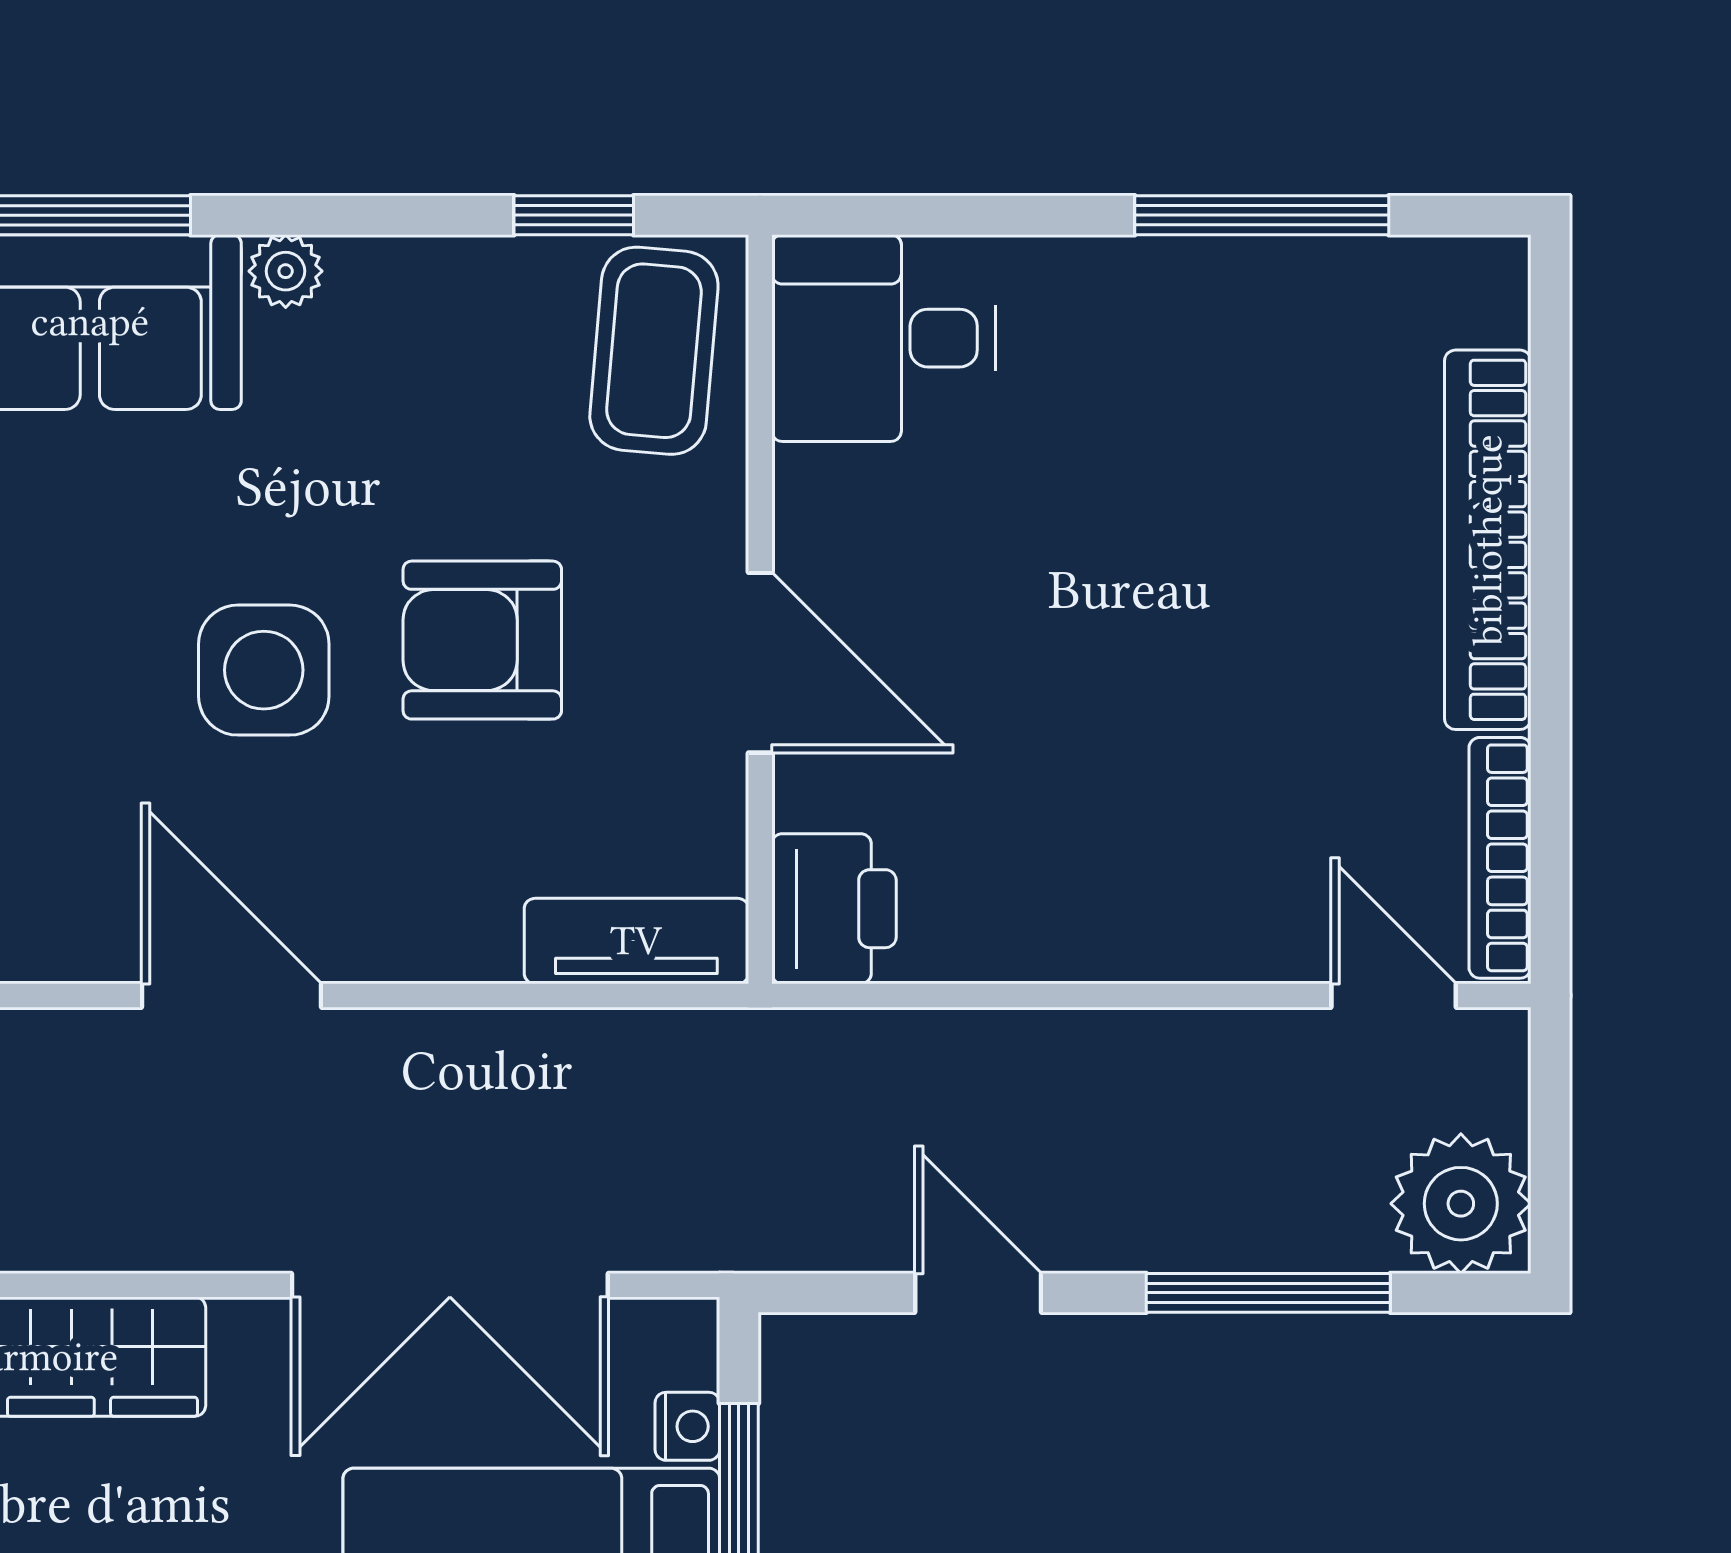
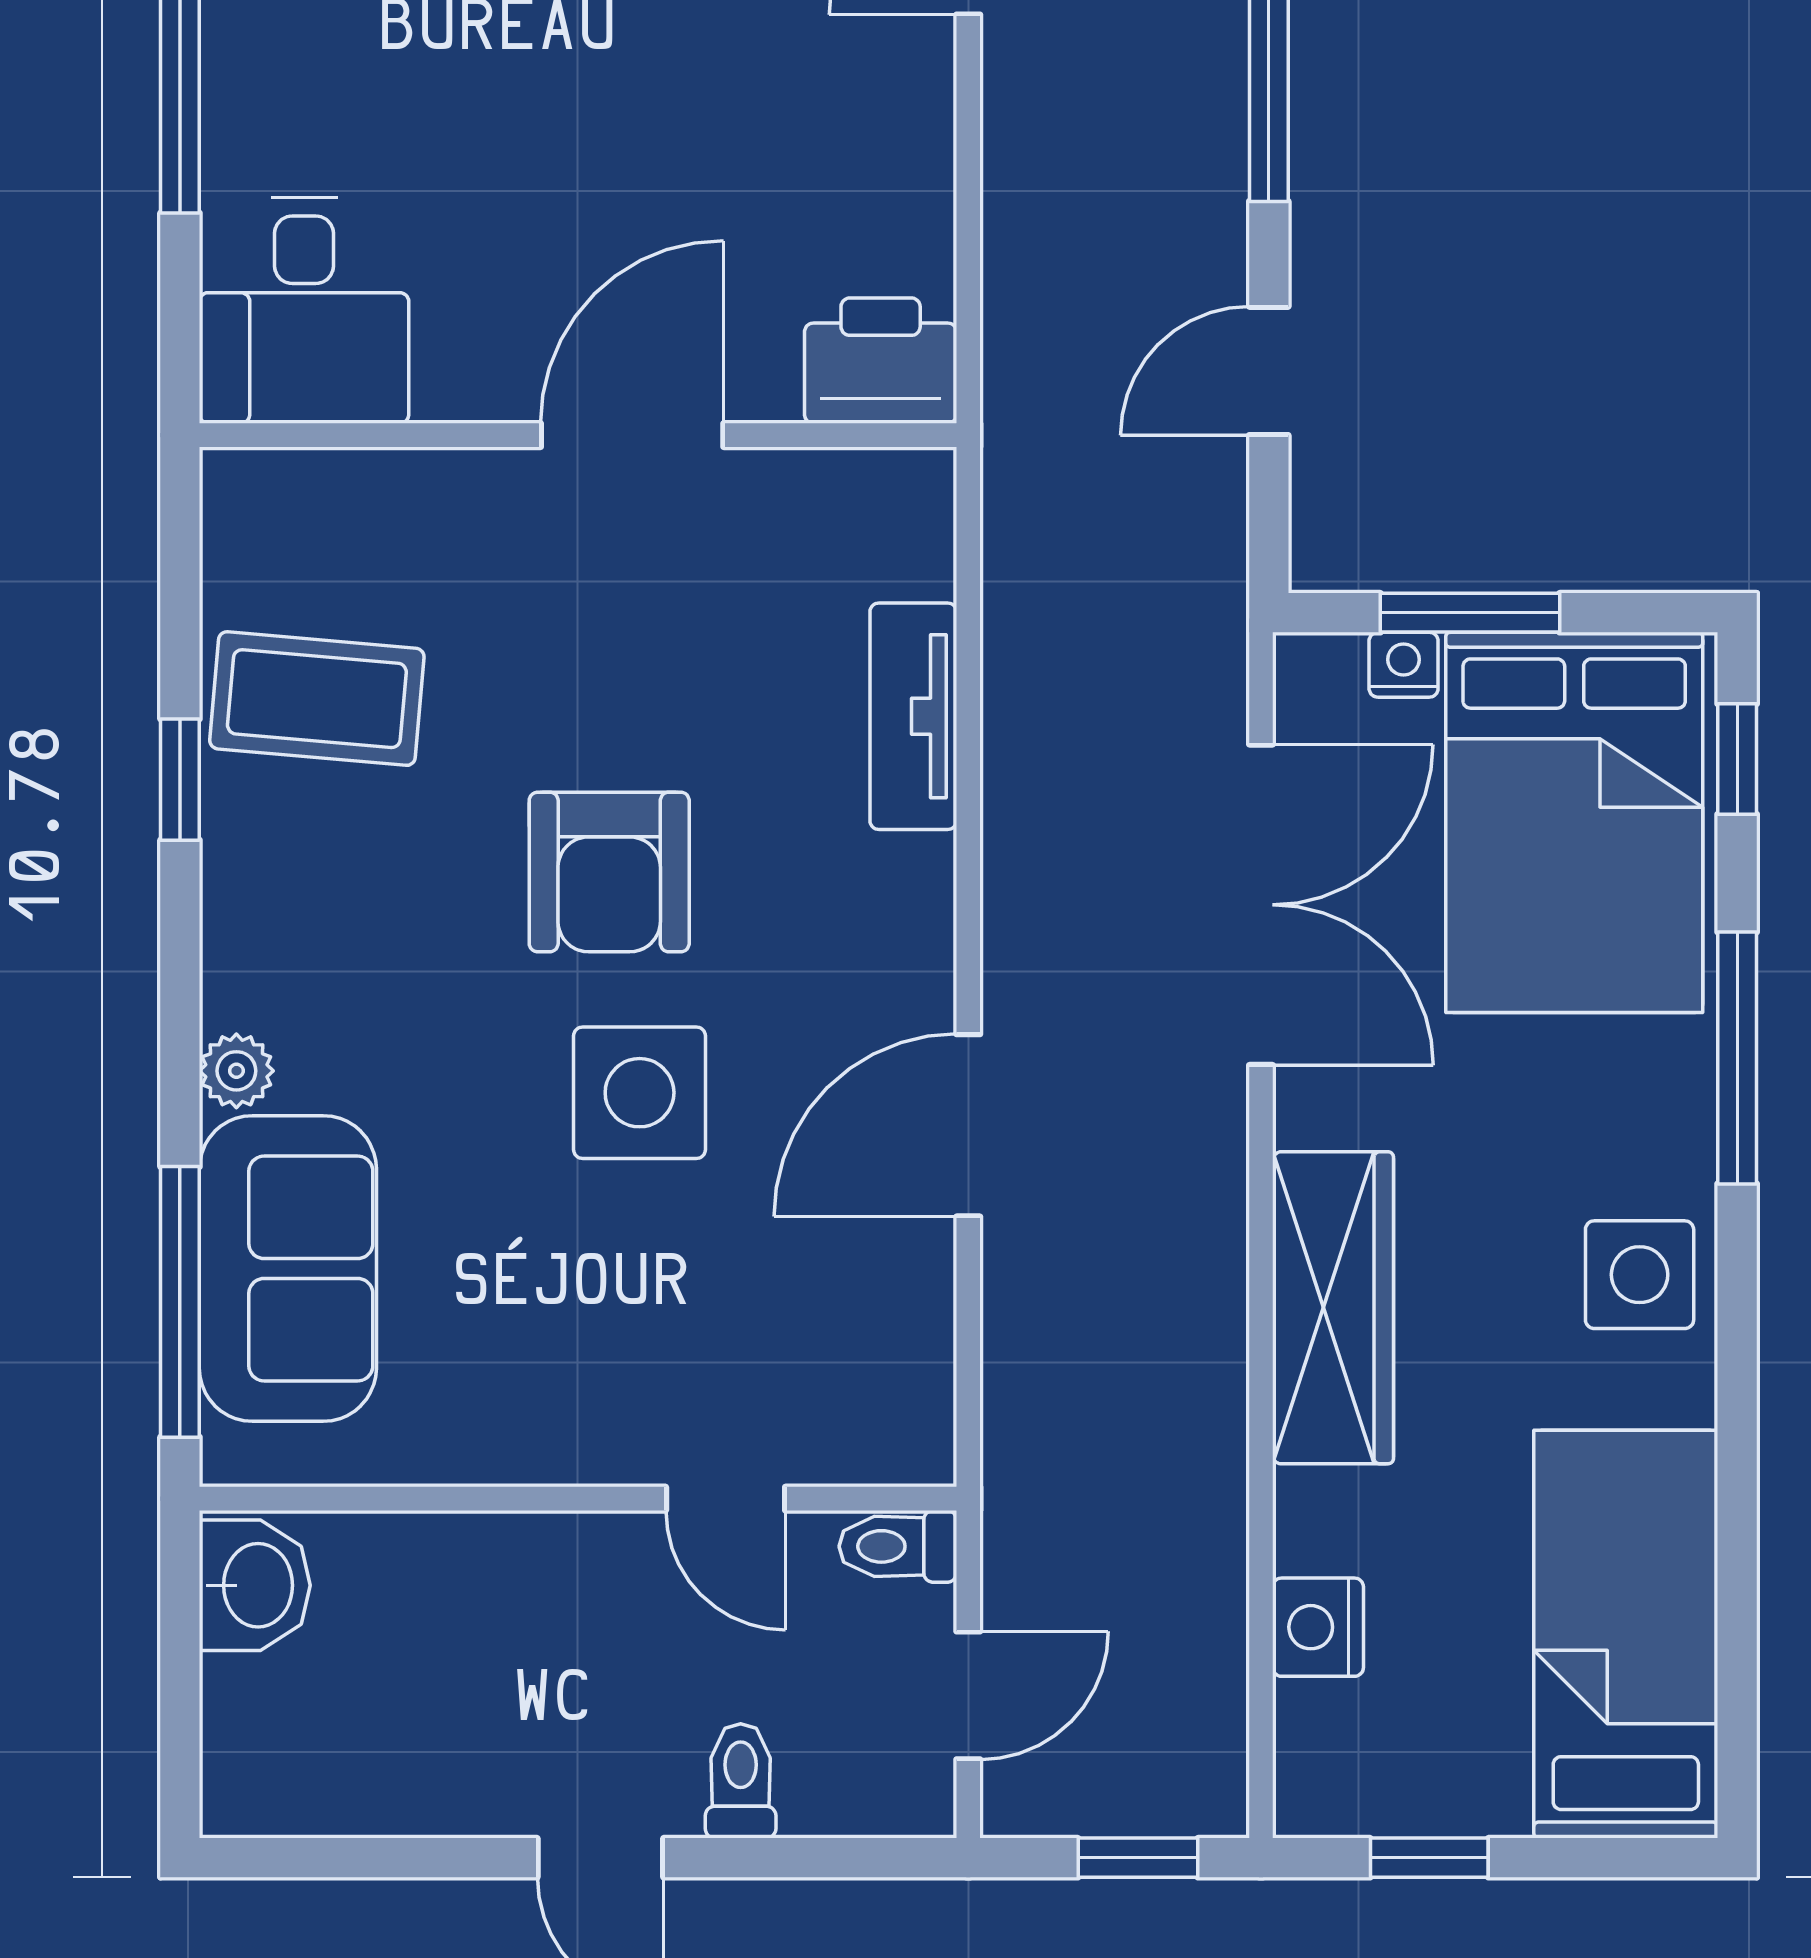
desk: (883, 338) -> (304, 311), moved
wall: (760, 609) -> (578, 435), moved
door: (760, 663) -> (632, 435), moved
printer: (834, 909) -> (881, 361), moved

